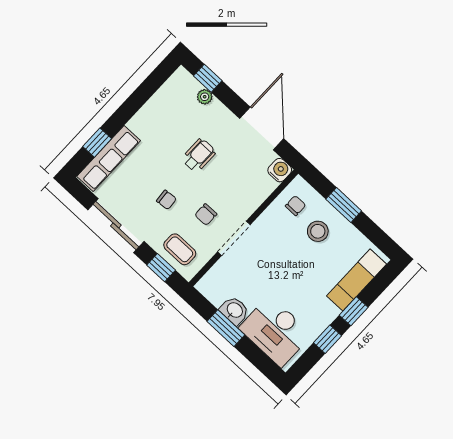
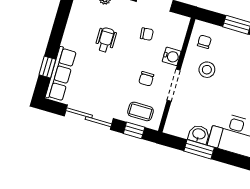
wheelchair: (199, 155) -> (106, 40), moved
water cooler: (280, 170) -> (172, 56), moved, turned 90
chair: (166, 200) -> (147, 34), moved
stool: (318, 231) -> (207, 70), moved

